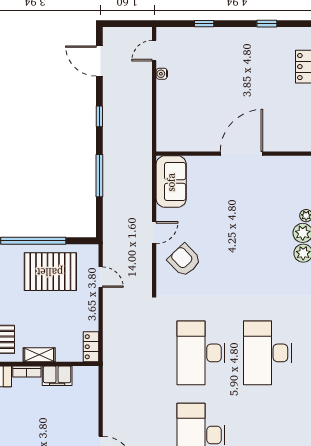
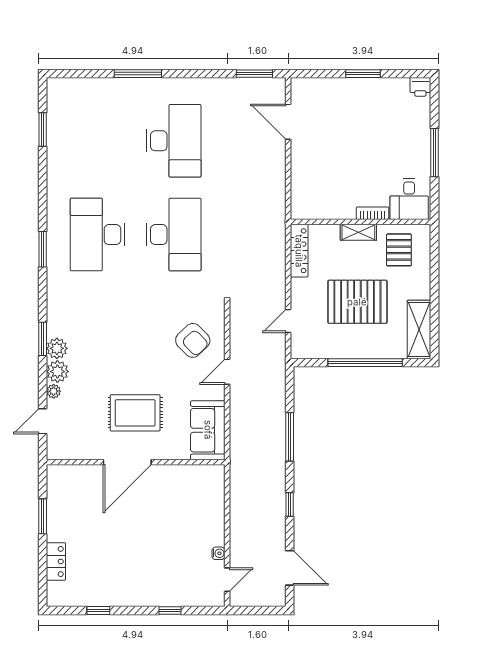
rug: (235, 197) -> (135, 413), added
pallet: (50, 272) -> (357, 302), moved
door: (101, 277) -> (288, 321), hinge flipped
locker: (91, 347) -> (299, 251), width x1.53
desk: (267, 353) -> (98, 235), turned 180
filing cabinet: (57, 376) -> (338, 208), removed

